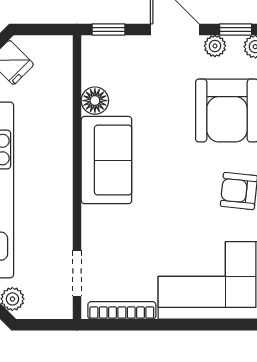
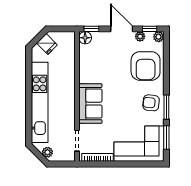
floor lamp: (95, 101) -> (85, 38), moved
sofa: (106, 160) -> (90, 104), moved

